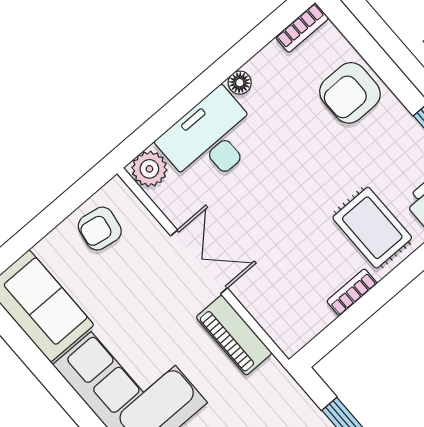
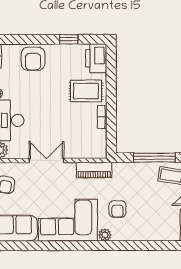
piano: (234, 335) -> (94, 170), moved

